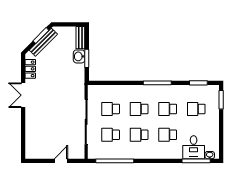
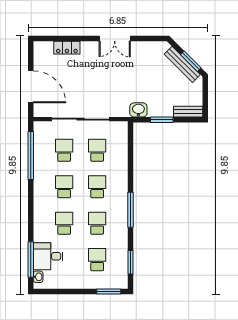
washbasin: (79, 56) -> (138, 110), moved
locker: (30, 69) -> (67, 48), moved
double door: (23, 95) -> (115, 38), swing flipped
door: (61, 161) -> (31, 87), width x1.87

